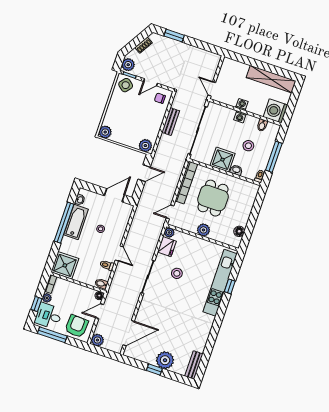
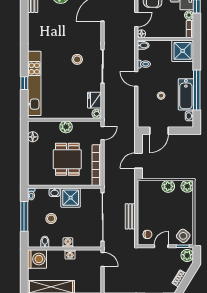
plant: (145, 146) -> (168, 186), moved
stool: (177, 273) -> (77, 59), moved

